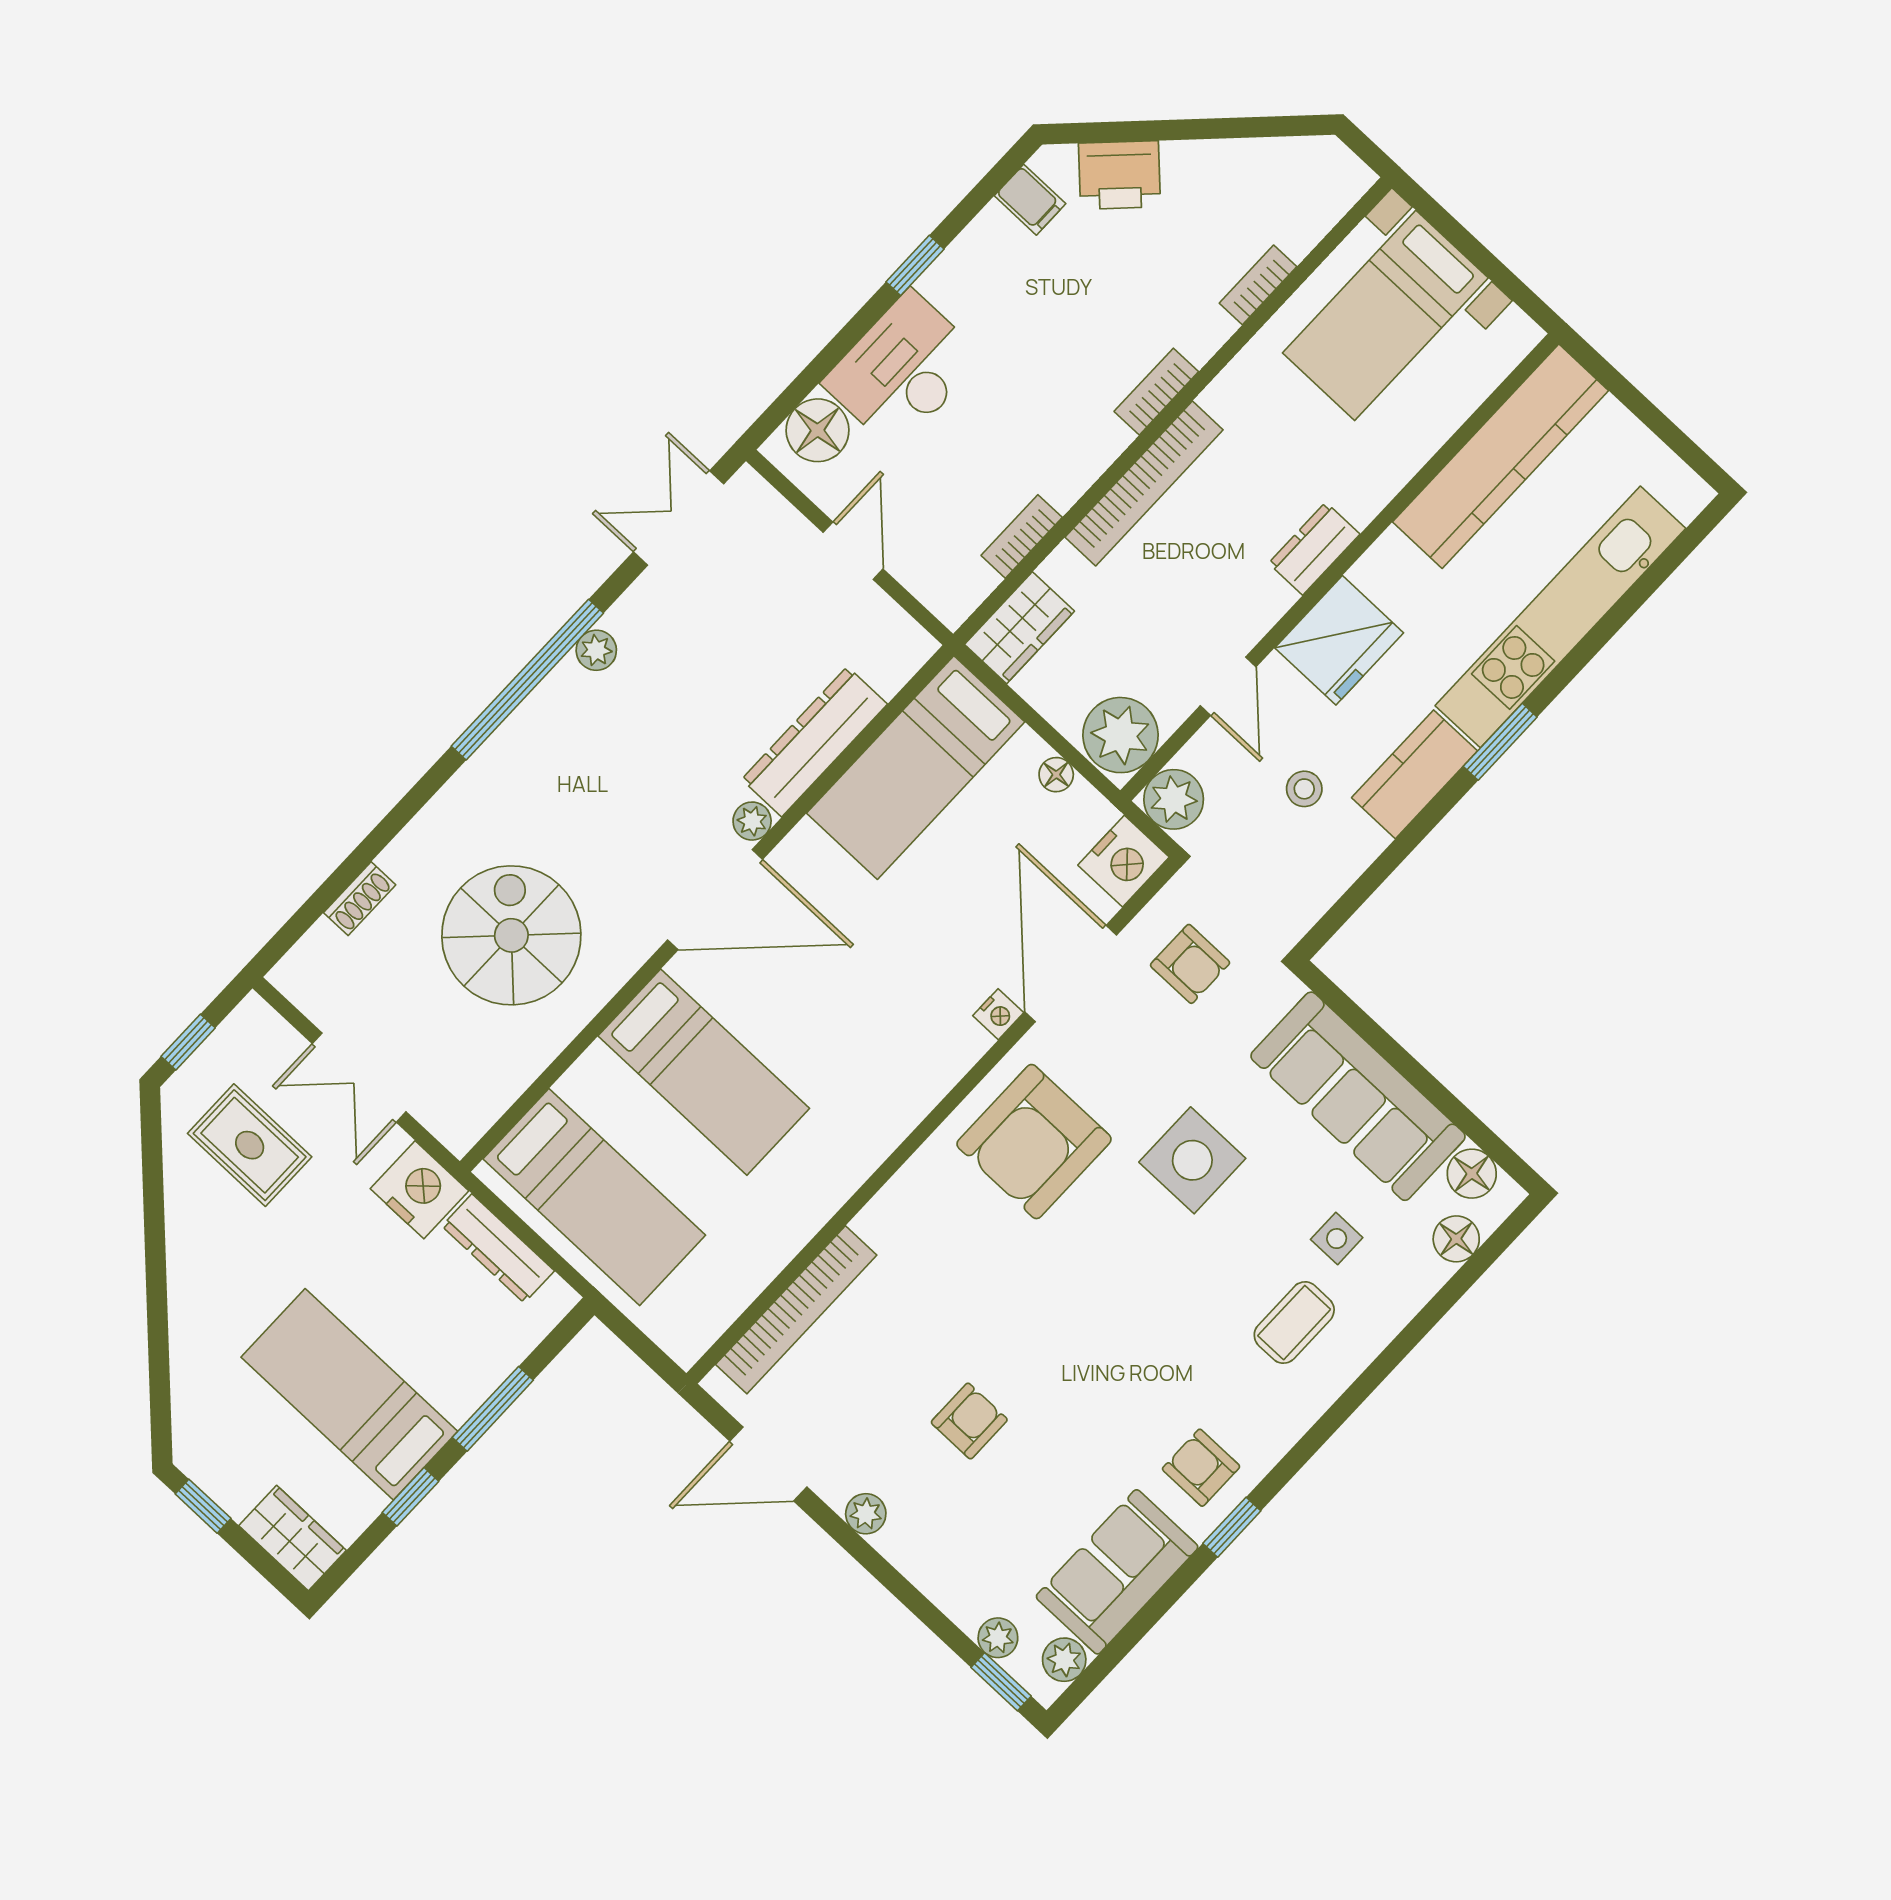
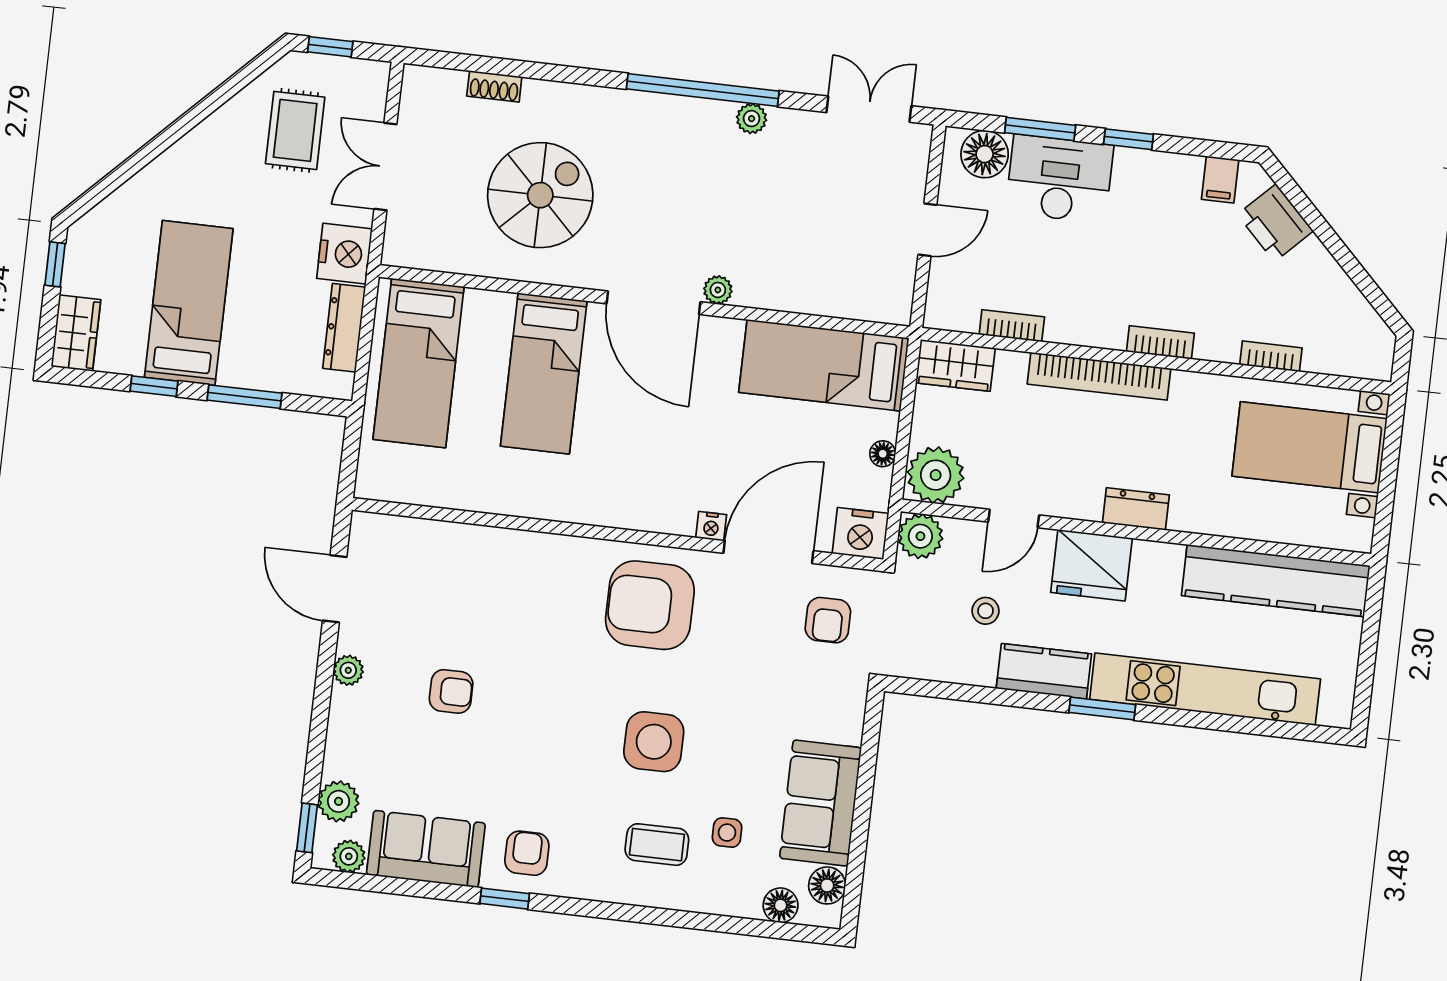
window: (834, 351) -> (1040, 129), added
dresser: (814, 742) -> (794, 292), removed
sofa: (1358, 1096) -> (821, 803), width x0.73
side table: (1192, 1160) -> (654, 742), moved
bookcase: (796, 1310) -> (441, 536), removed
plant: (998, 1638) -> (339, 801), width x1.38, depth x1.38

